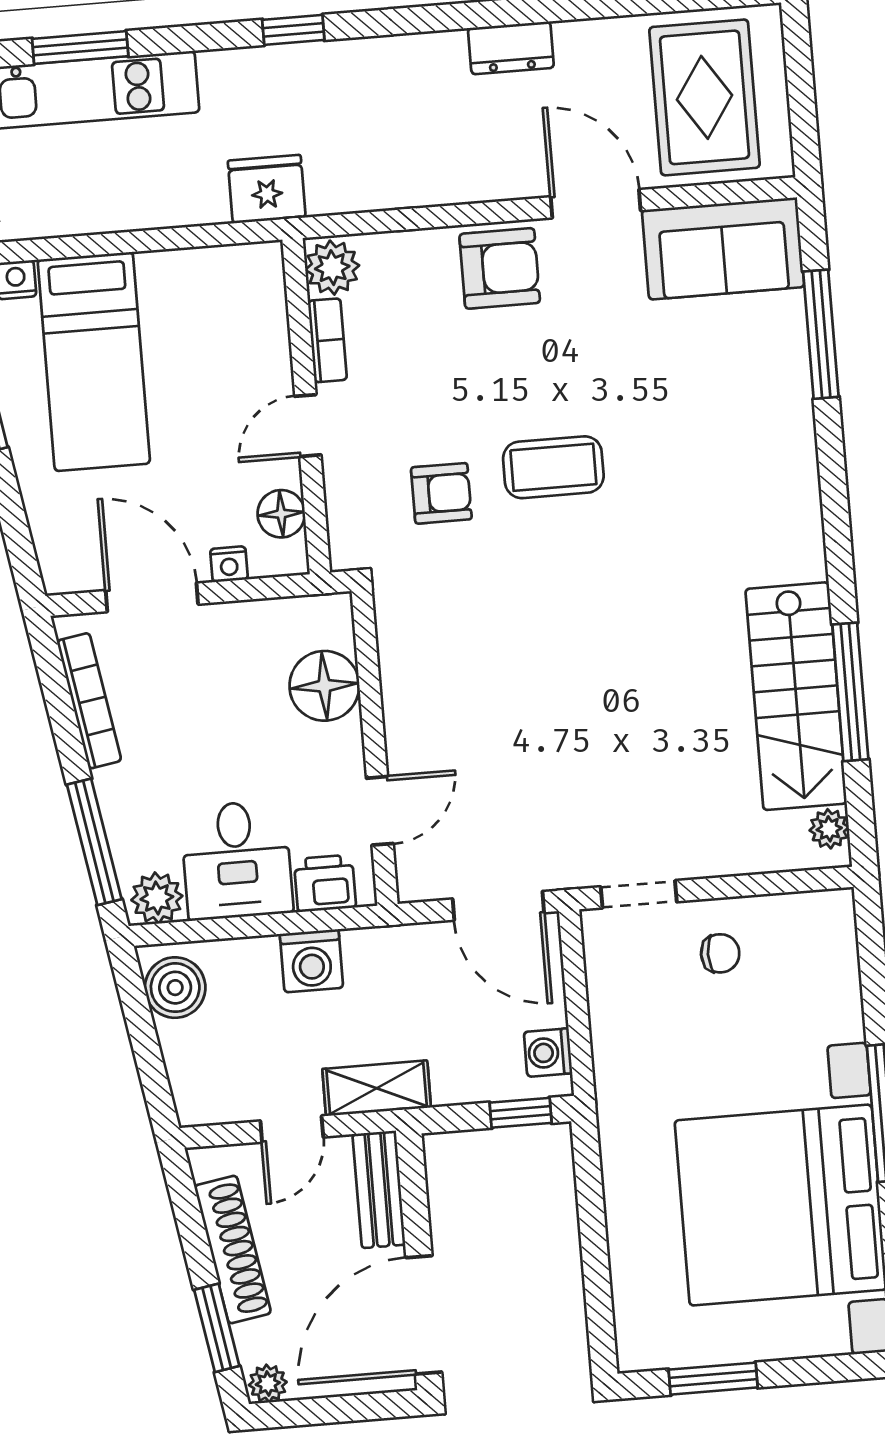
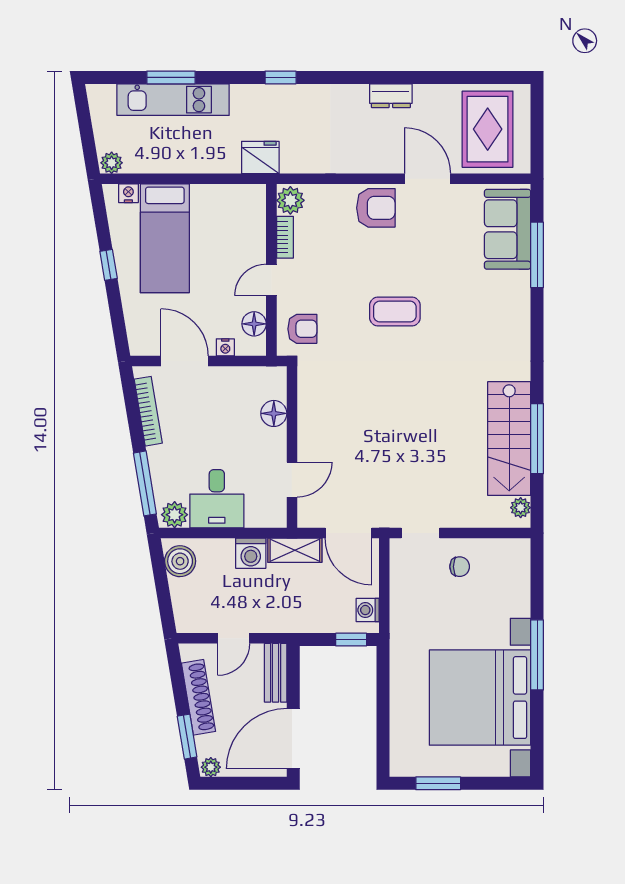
sofa: (723, 249) -> (508, 229), moved, turned 90
armchair: (441, 493) -> (302, 329), moved
floor lamp: (324, 686) -> (274, 413), width x0.73, depth x0.73
printer: (325, 883) -> (261, 514), removed
shelving: (377, 1088) -> (295, 550), moved

